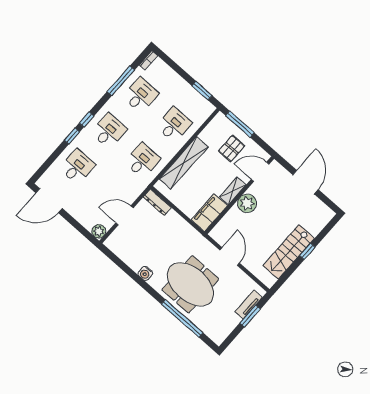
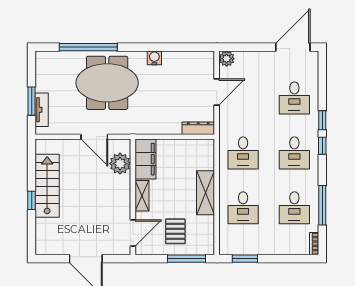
shelving: (184, 163) -> (205, 193), width x0.68
plant: (247, 203) -> (120, 164), moved

